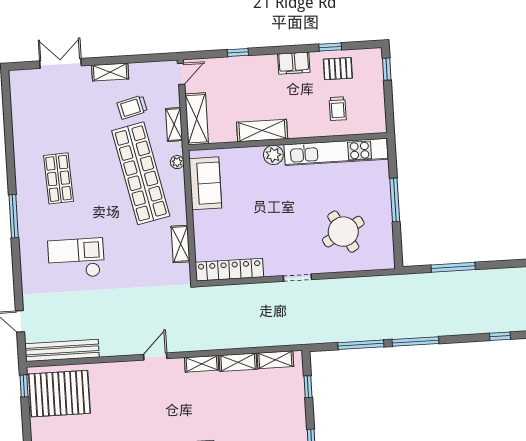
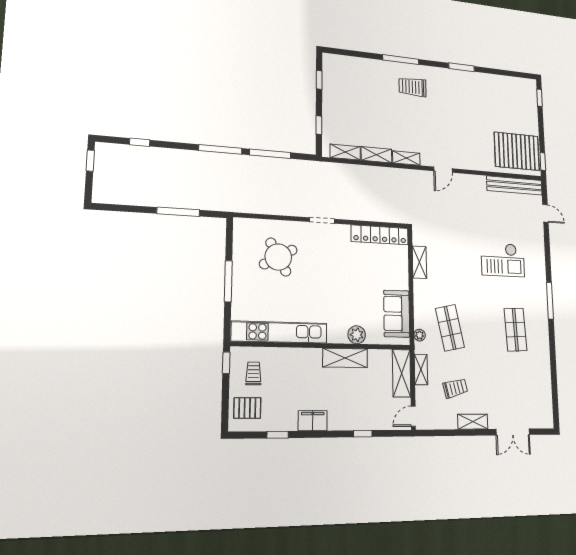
pallet: (338, 69) -> (247, 408), moved
window: (387, 69) -> (226, 363), moved
trolley: (338, 109) -> (253, 373), moved
plant: (273, 155) -> (357, 335), moved
shop shelf: (141, 173) -> (450, 328), width x0.50, depth x0.74

